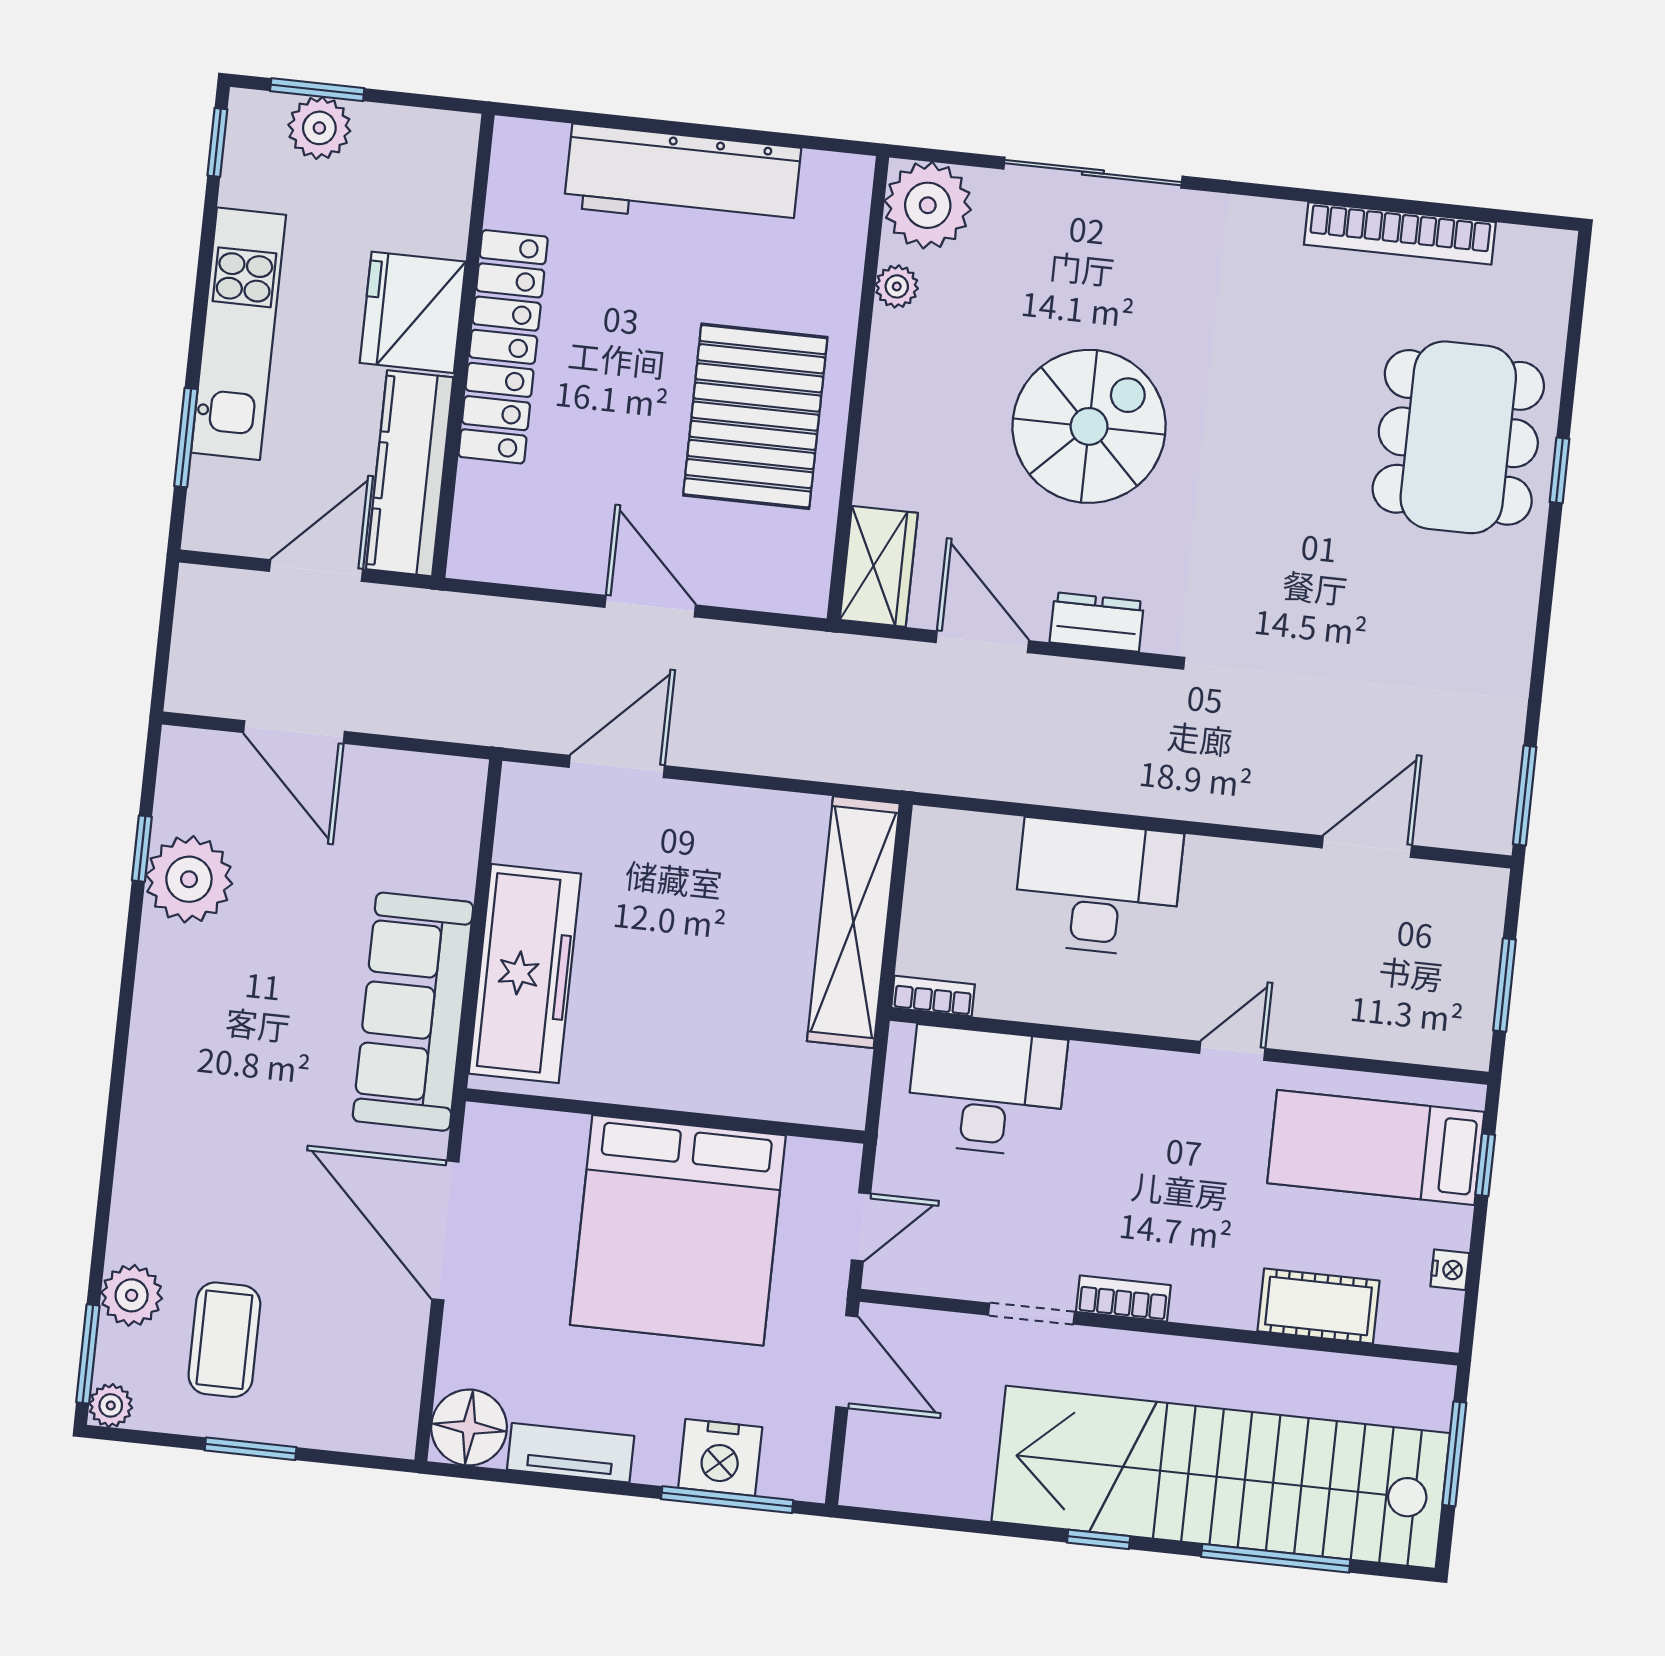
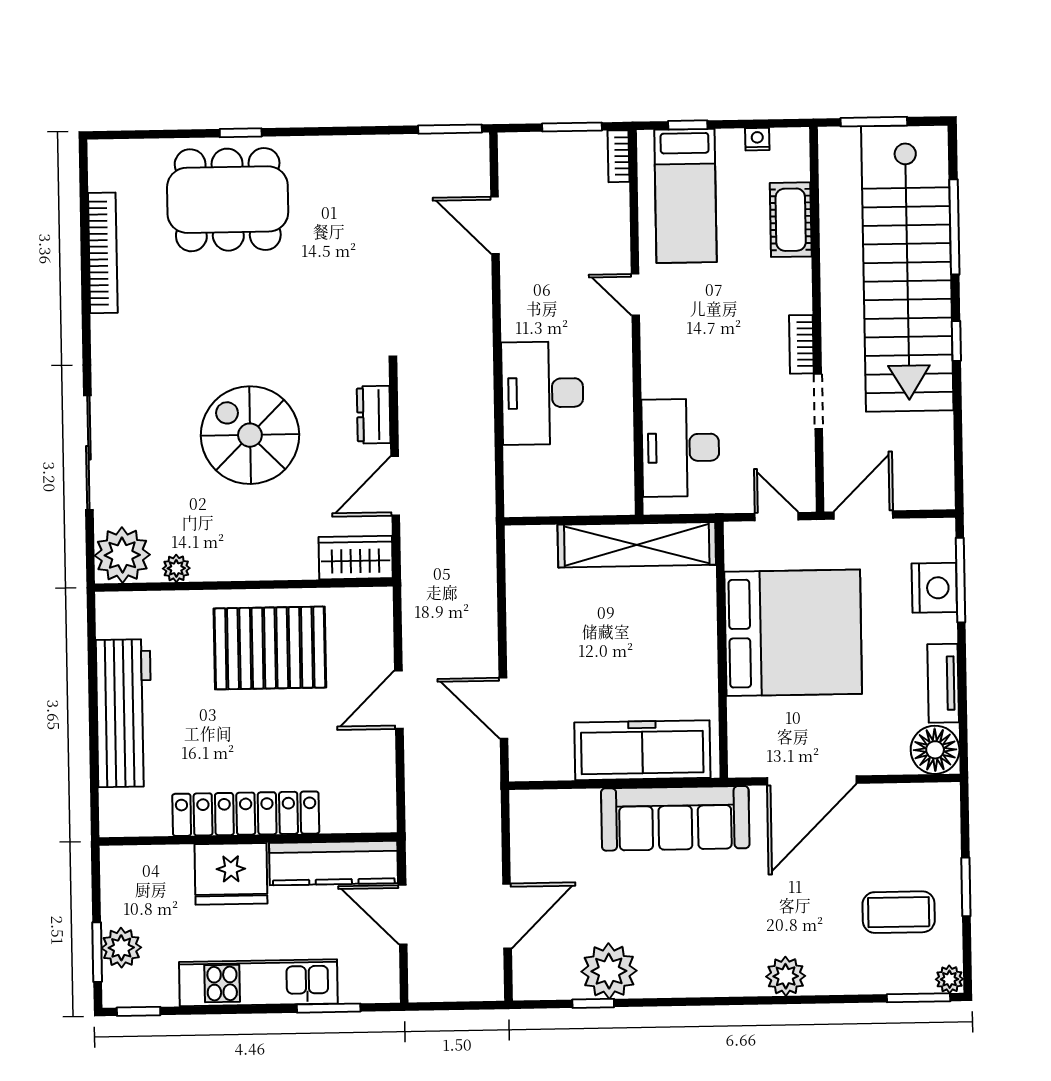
shelving: (853, 922) -> (637, 545), moved
bookcase: (933, 996) -> (618, 156), moved
plant: (132, 1295) -> (786, 976), moved

